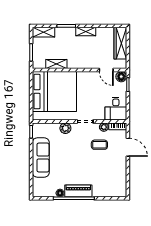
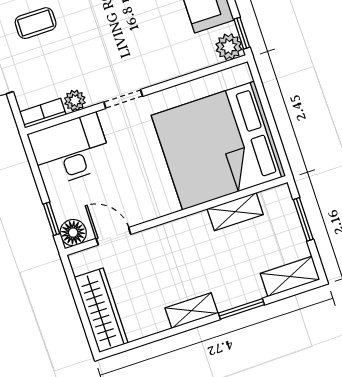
desk: (116, 109) -> (70, 150), width x1.37
plant: (65, 128) -> (229, 47), moved
coffee table: (99, 145) -> (36, 23), moved

